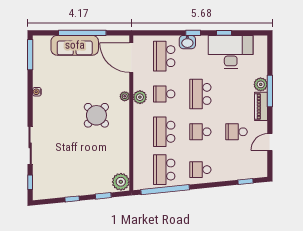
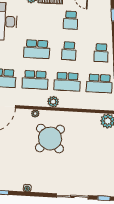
school desk: (164, 94) -> (35, 80), width x1.85
plant: (140, 97) -> (53, 102), moved
round table: (96, 115) -> (50, 139), width x1.36, depth x1.36

